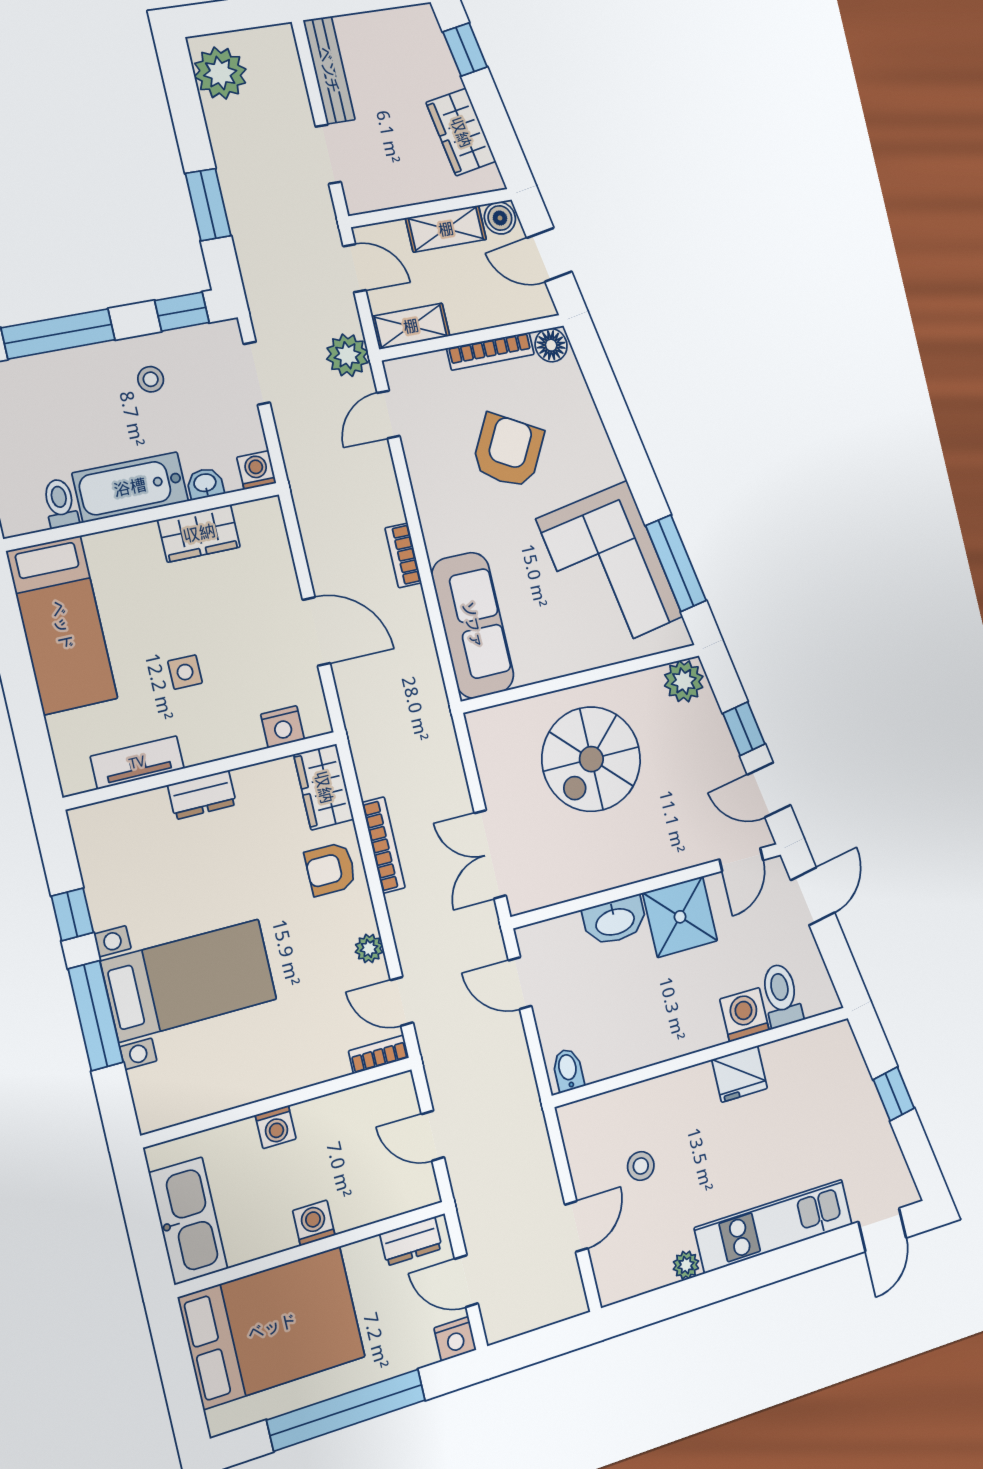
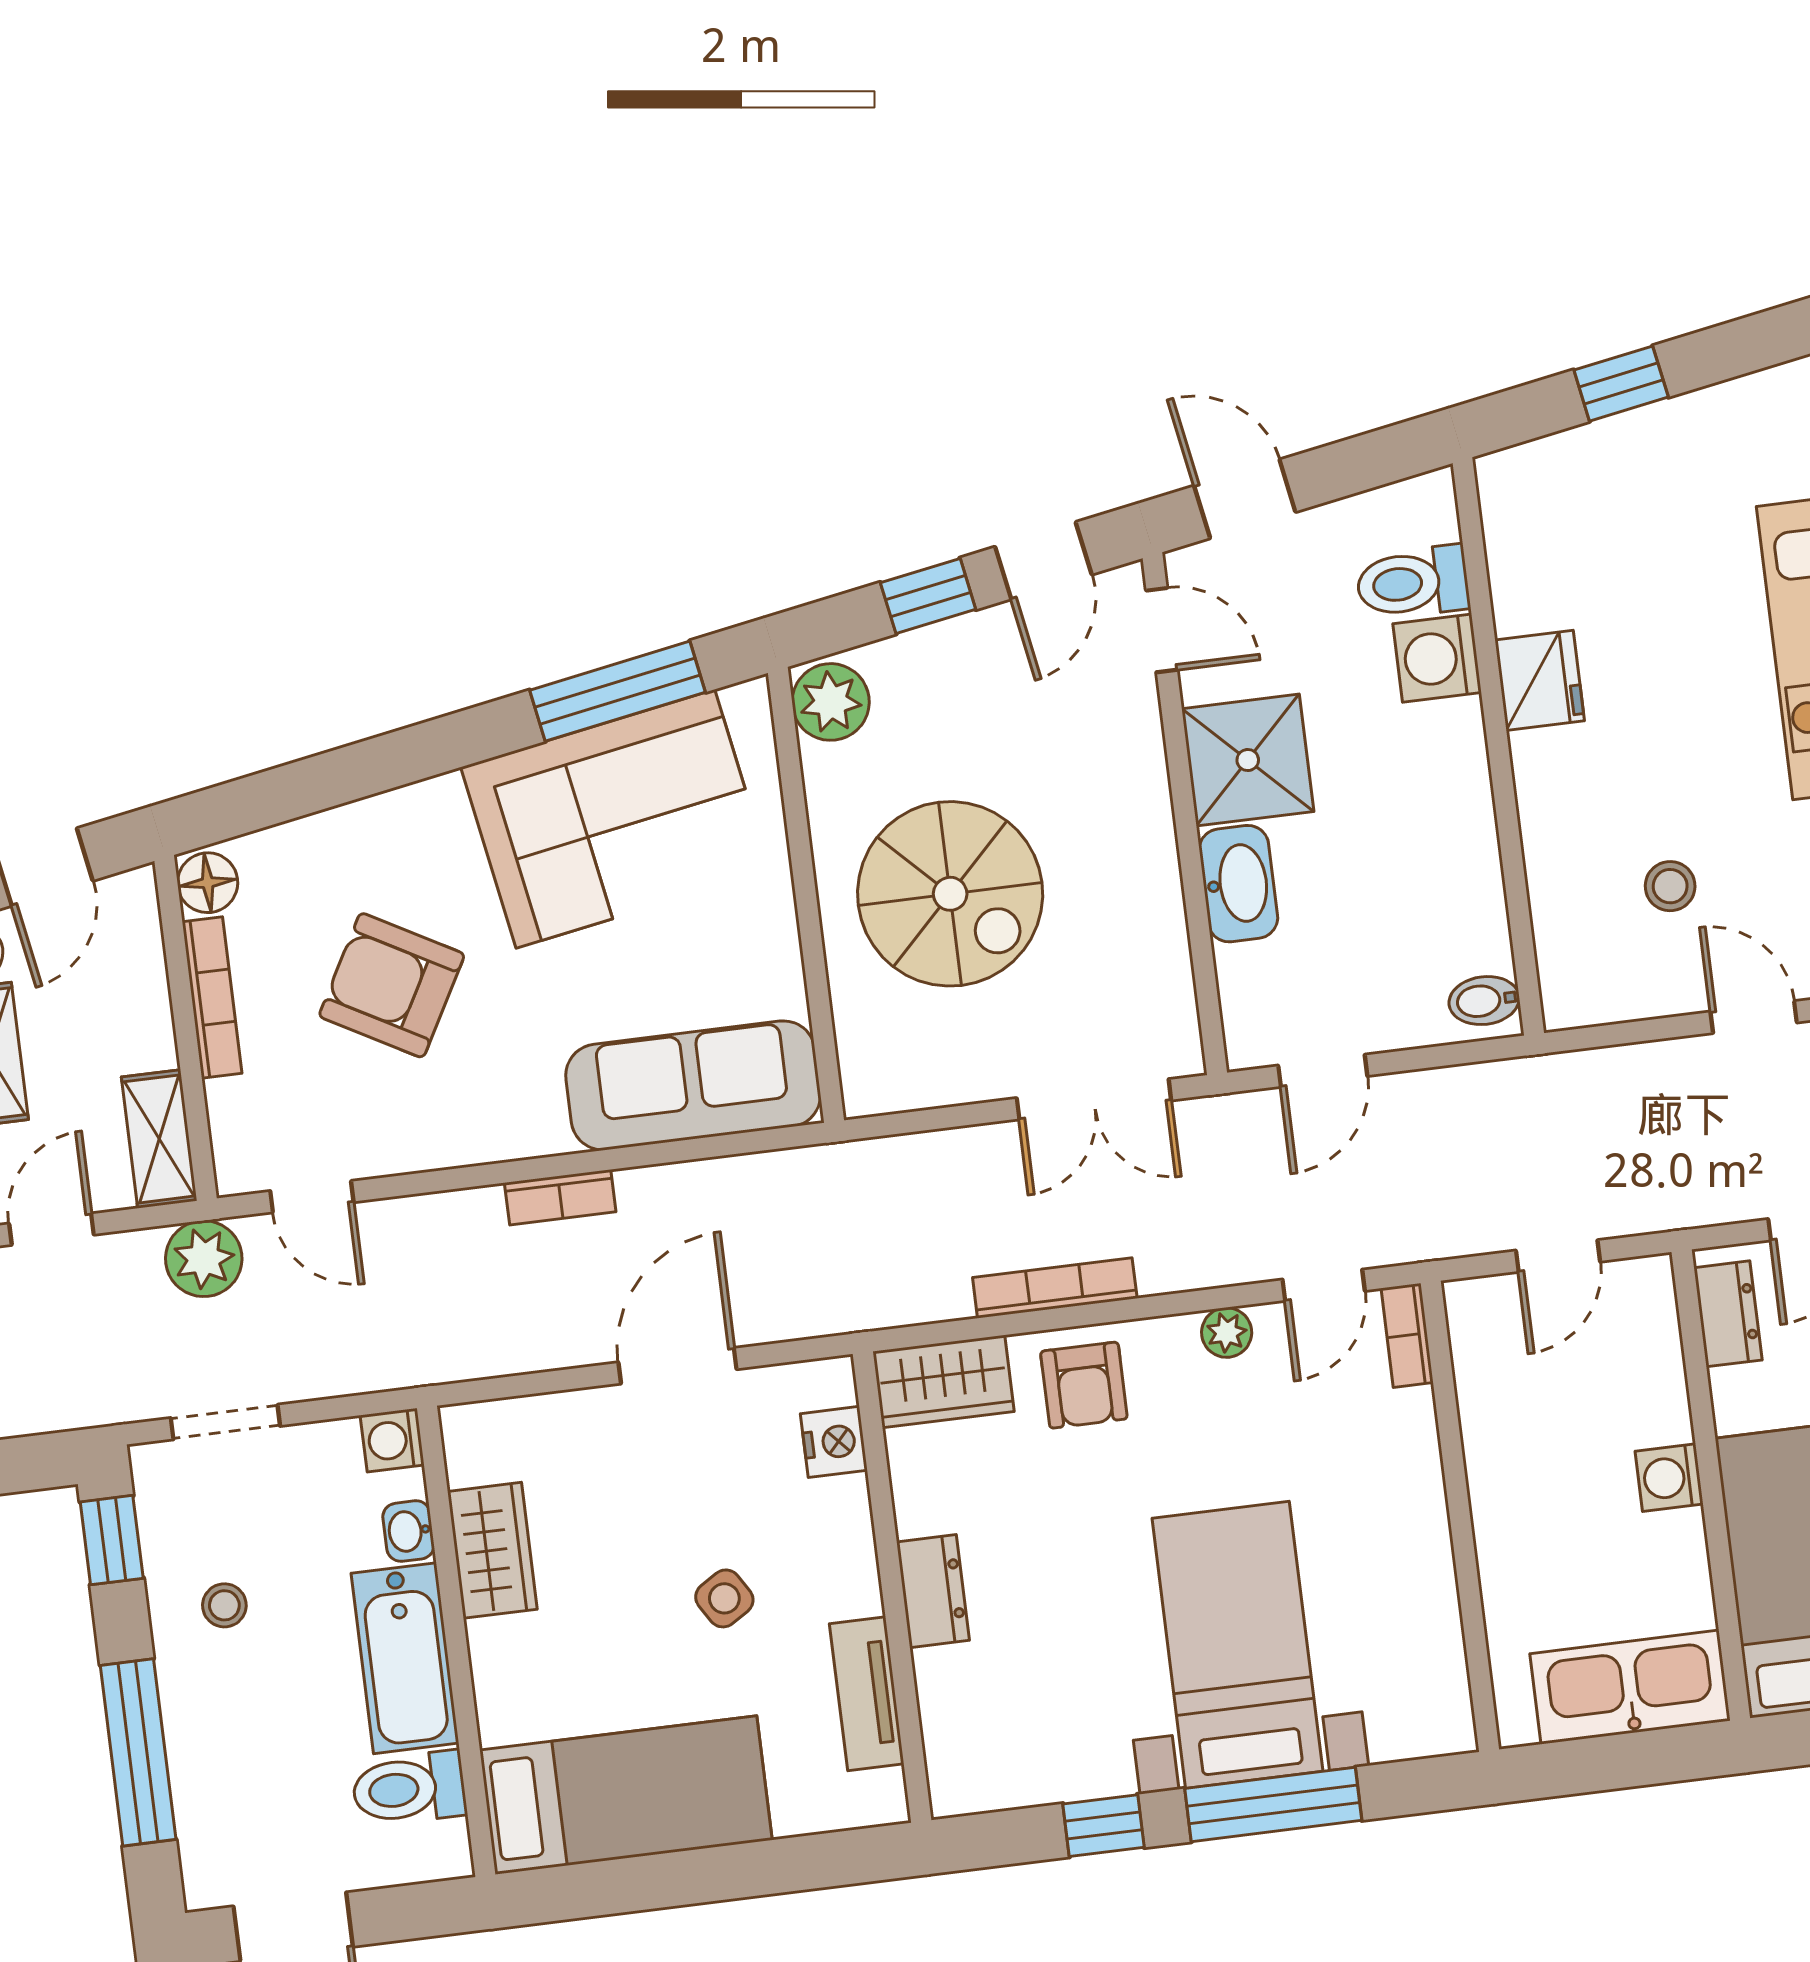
toilet: (60, 503) -> (409, 1788), width x1.37, depth x1.39
side table: (185, 672) -> (724, 1598), turned -32
washing machine: (276, 1127) -> (1500, 1525), removed

